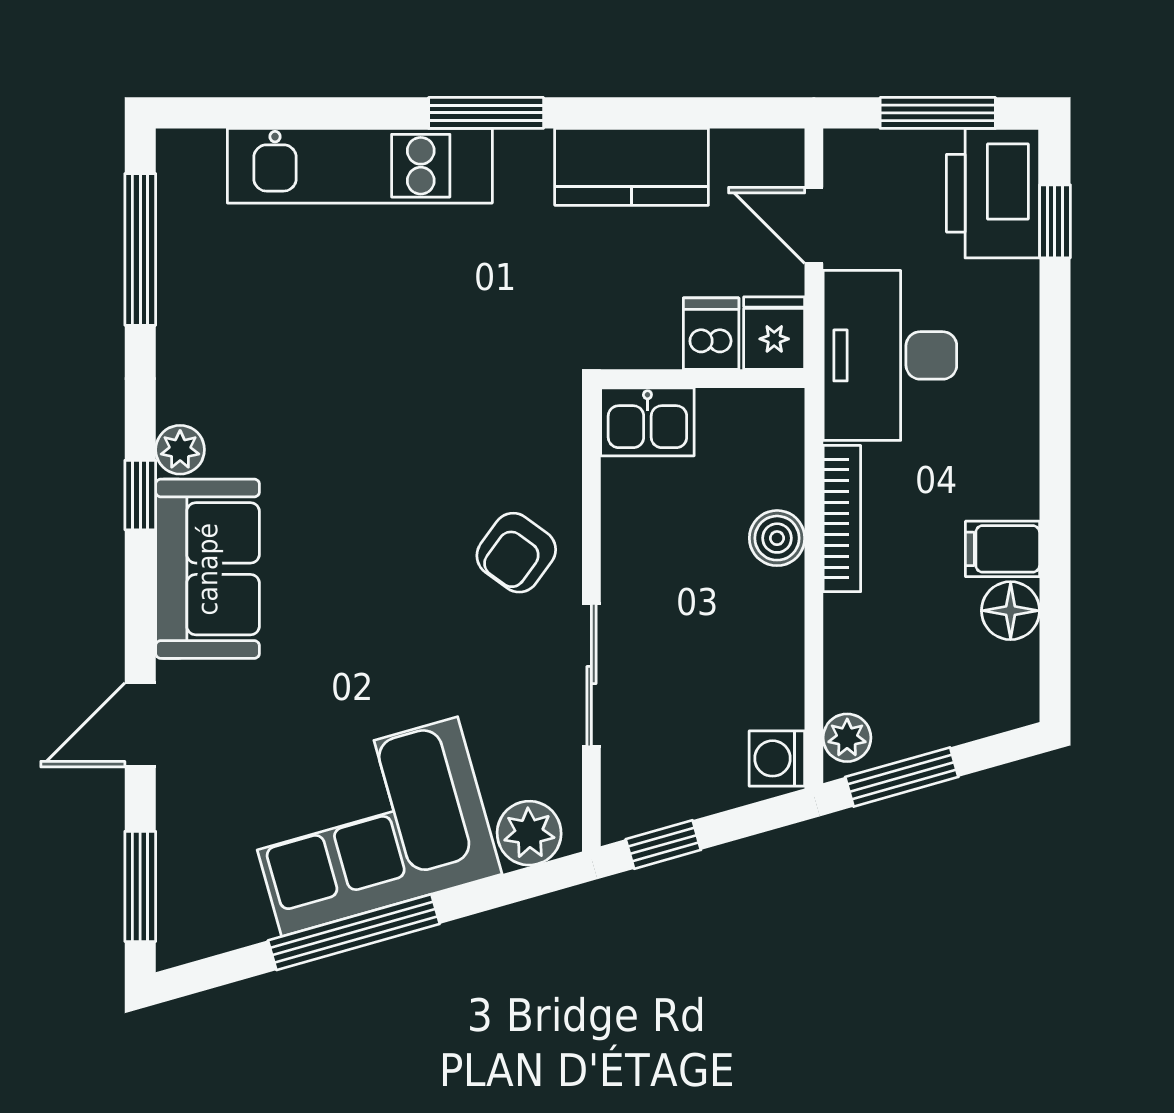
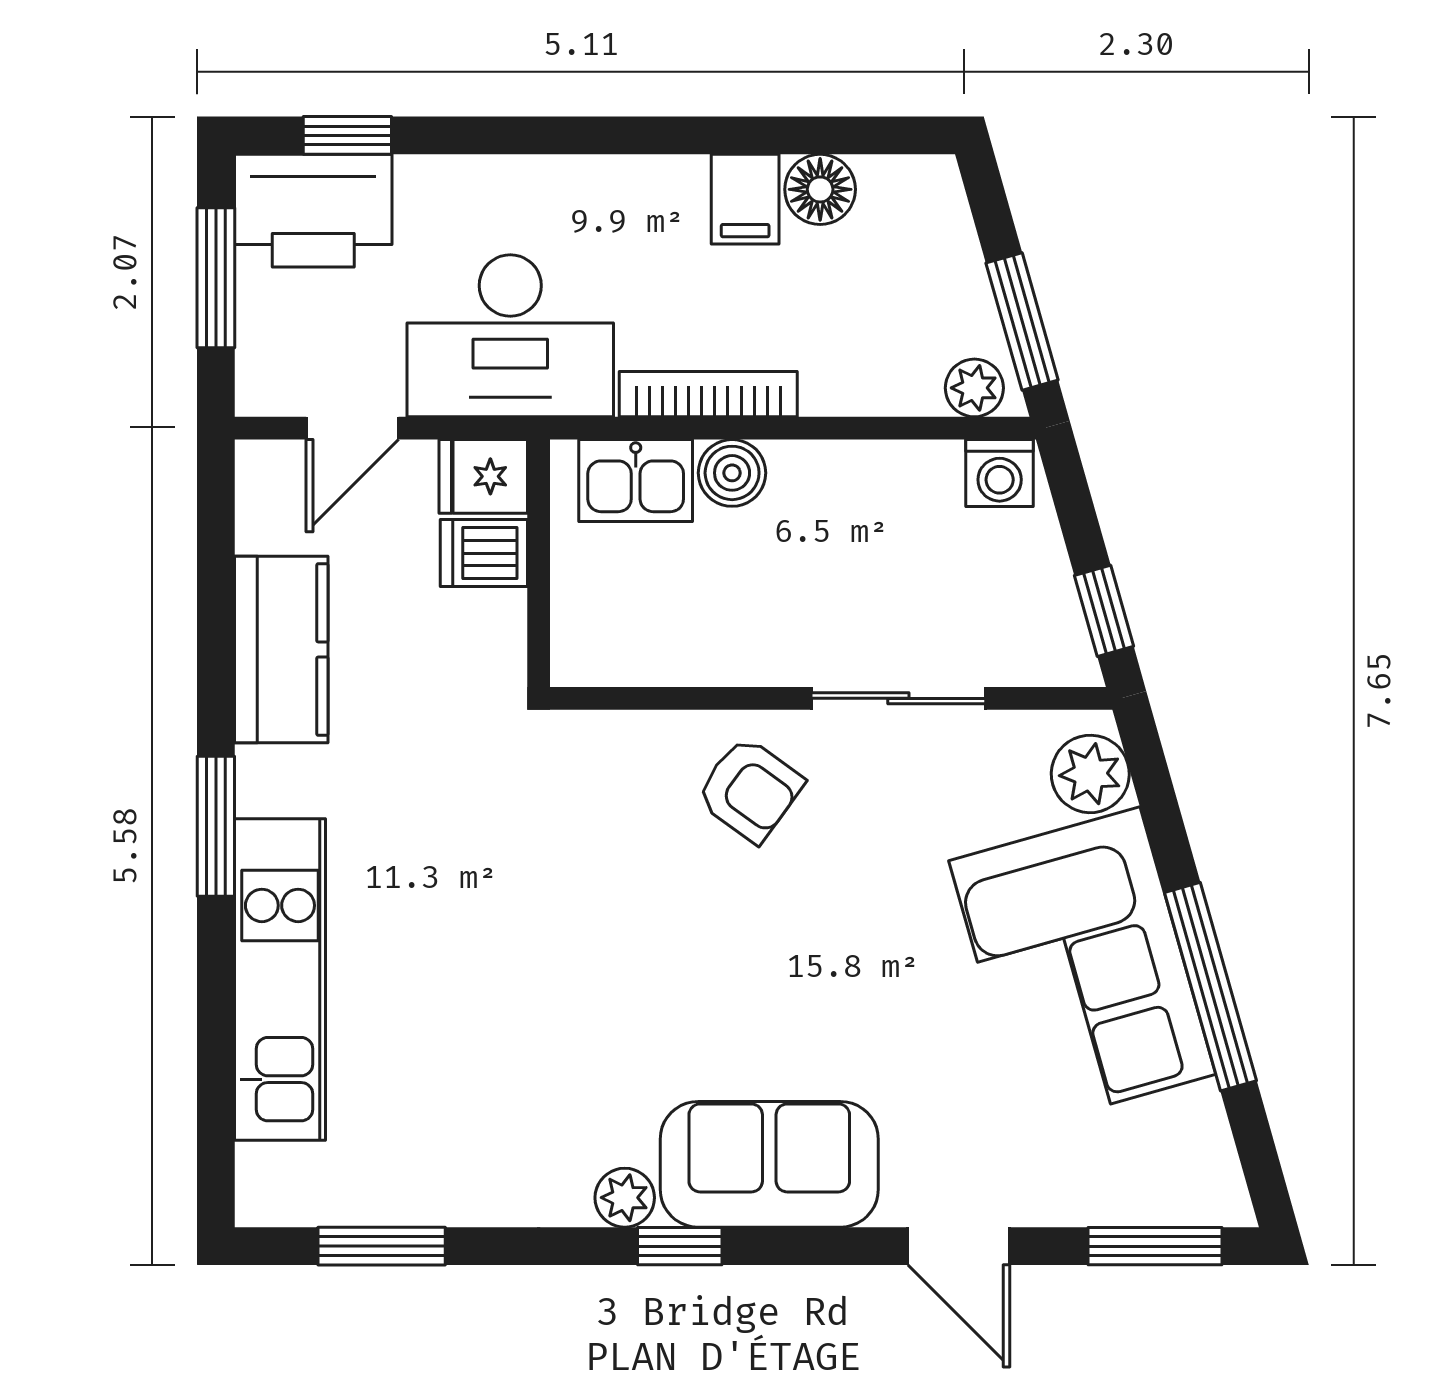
window: (140, 249) -> (382, 1246), width x0.69
kitchen sink: (647, 422) -> (636, 481), moved, turned 90

